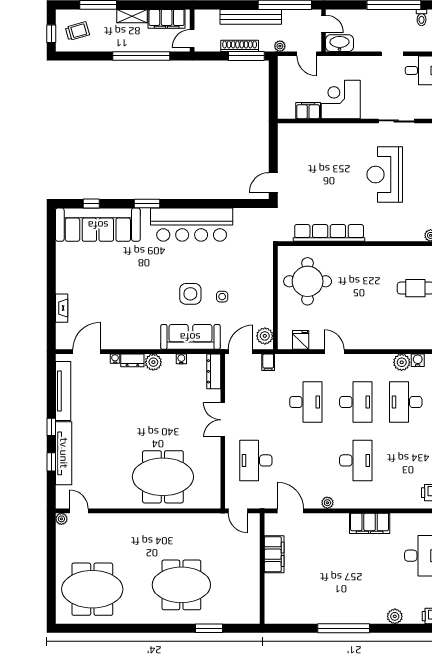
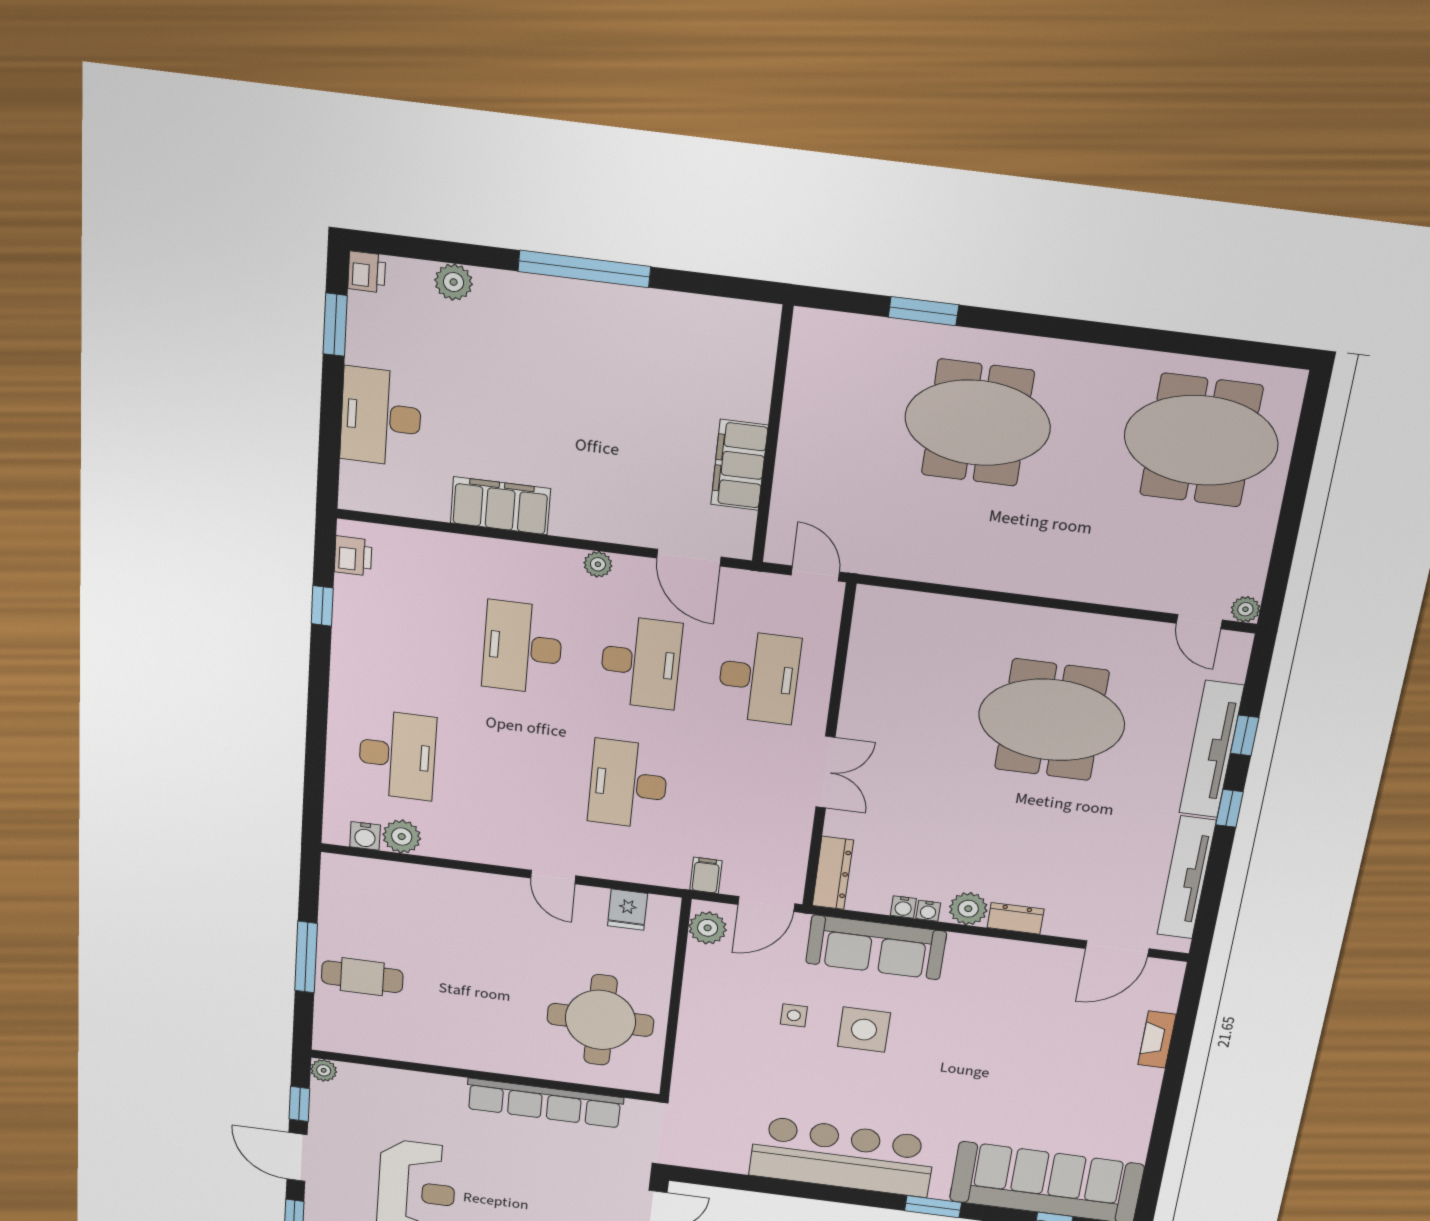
water cooler: (115, 359) -> (928, 911), moved
desk: (356, 402) -> (641, 662), moved, turned 180
meeting table: (163, 477) -> (1052, 720), moved

